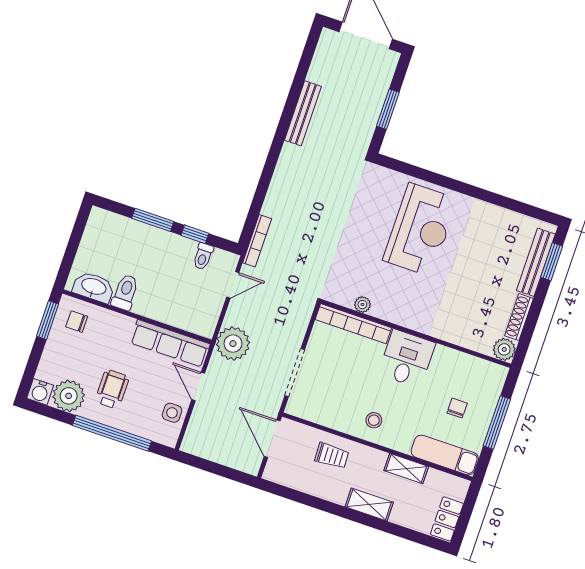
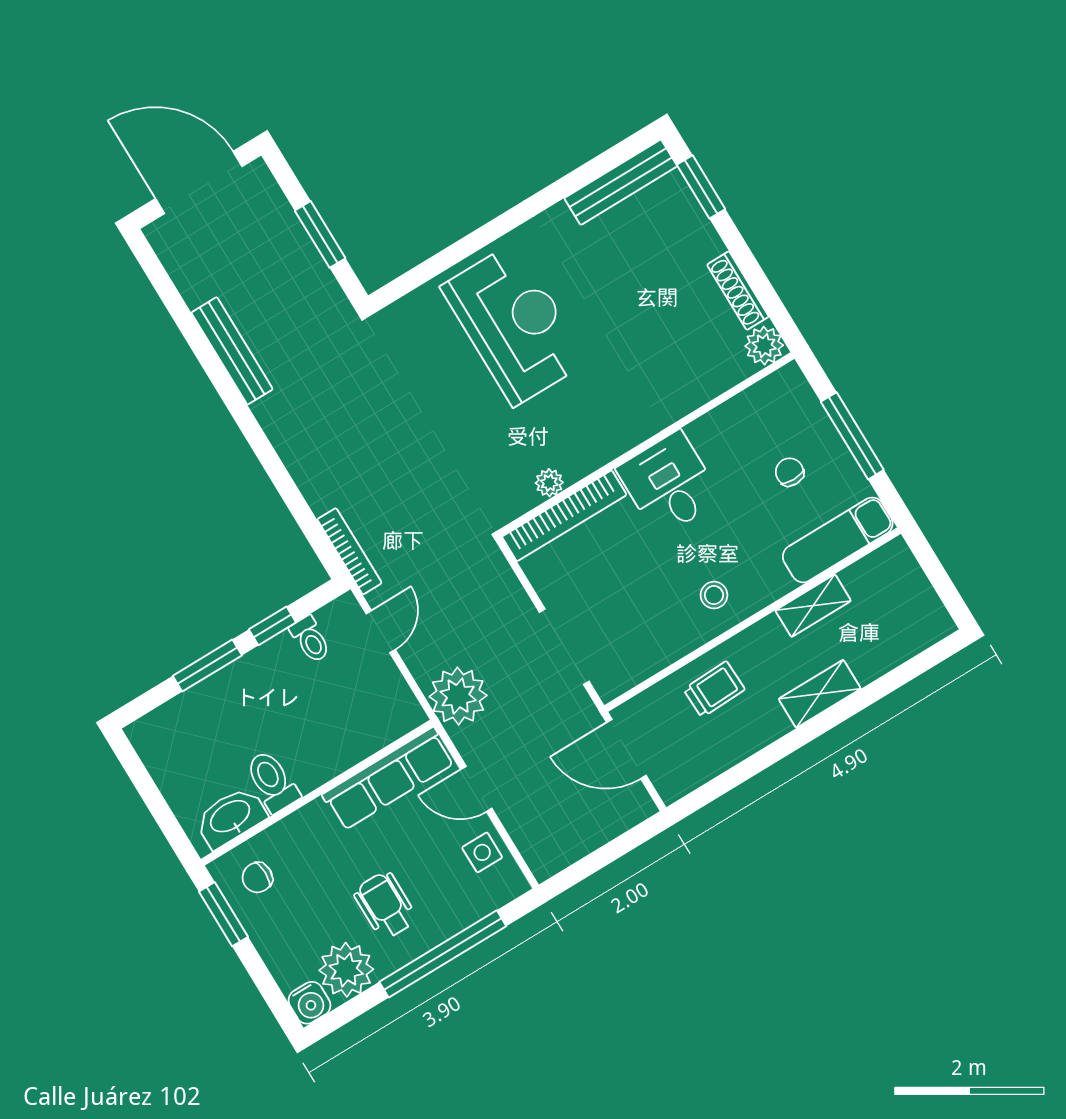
bench: (536, 262) -> (621, 182), moved, turned 90
locker: (447, 519) -> (924, 608), removed

